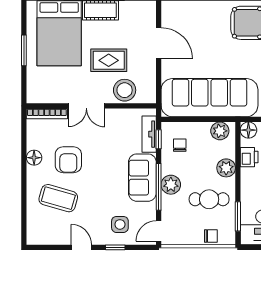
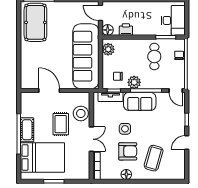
door: (159, 43) -> (49, 90), hinge flipped
plant: (226, 168) -> (133, 45), removed
plant: (171, 185) -> (134, 82), moved
side table: (120, 224) -> (125, 129), moved

